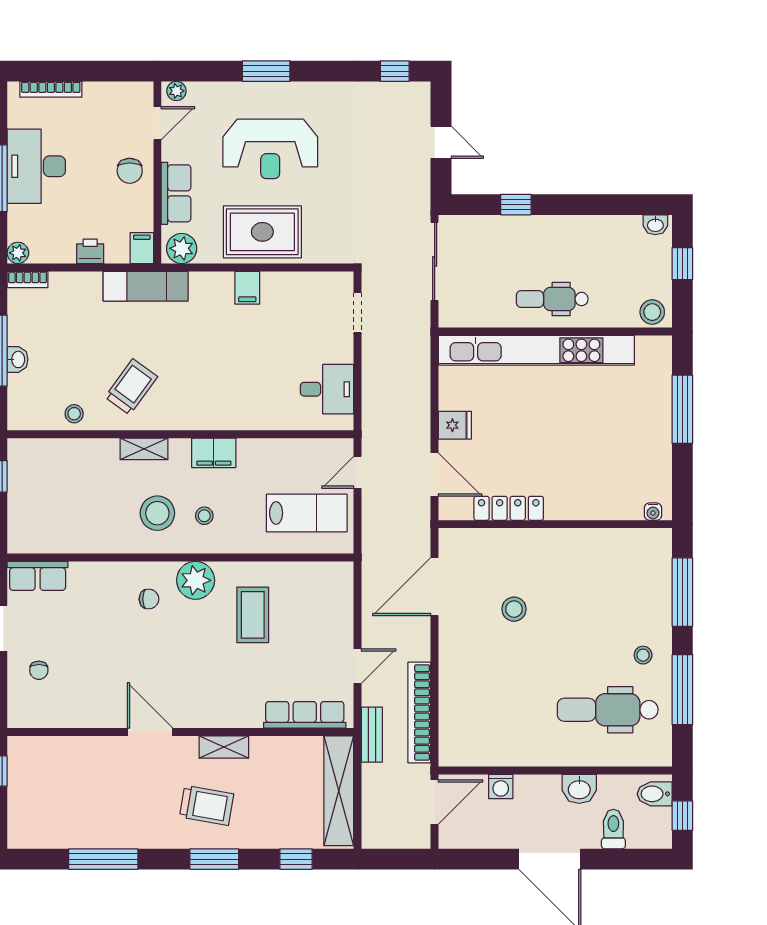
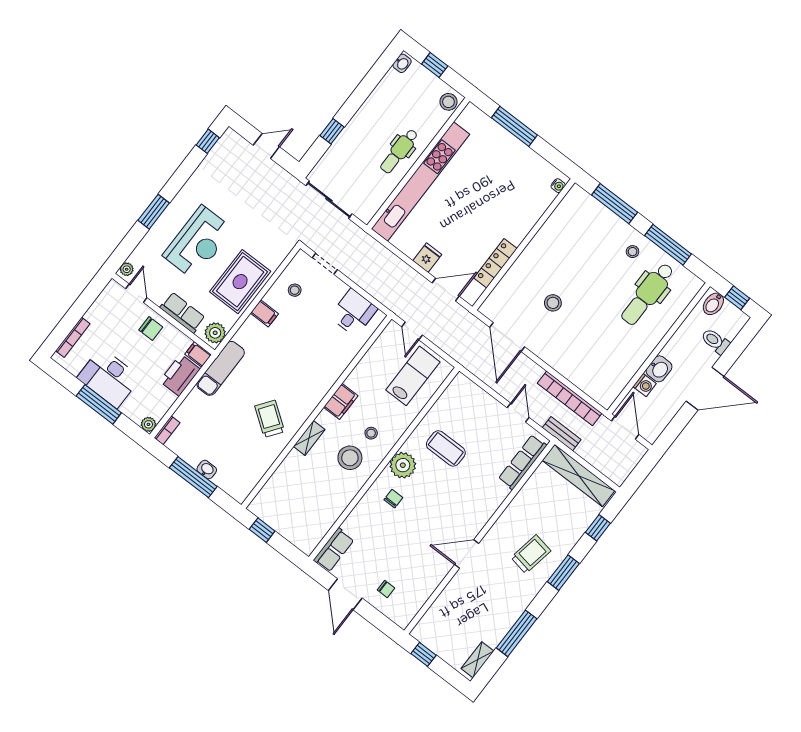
printer: (90, 251) -> (180, 375), width x1.87, depth x1.48
stool: (74, 414) -> (295, 290), moved
shelving: (224, 747) -> (477, 660), moved
washbasin: (579, 789) -> (659, 369), moved

